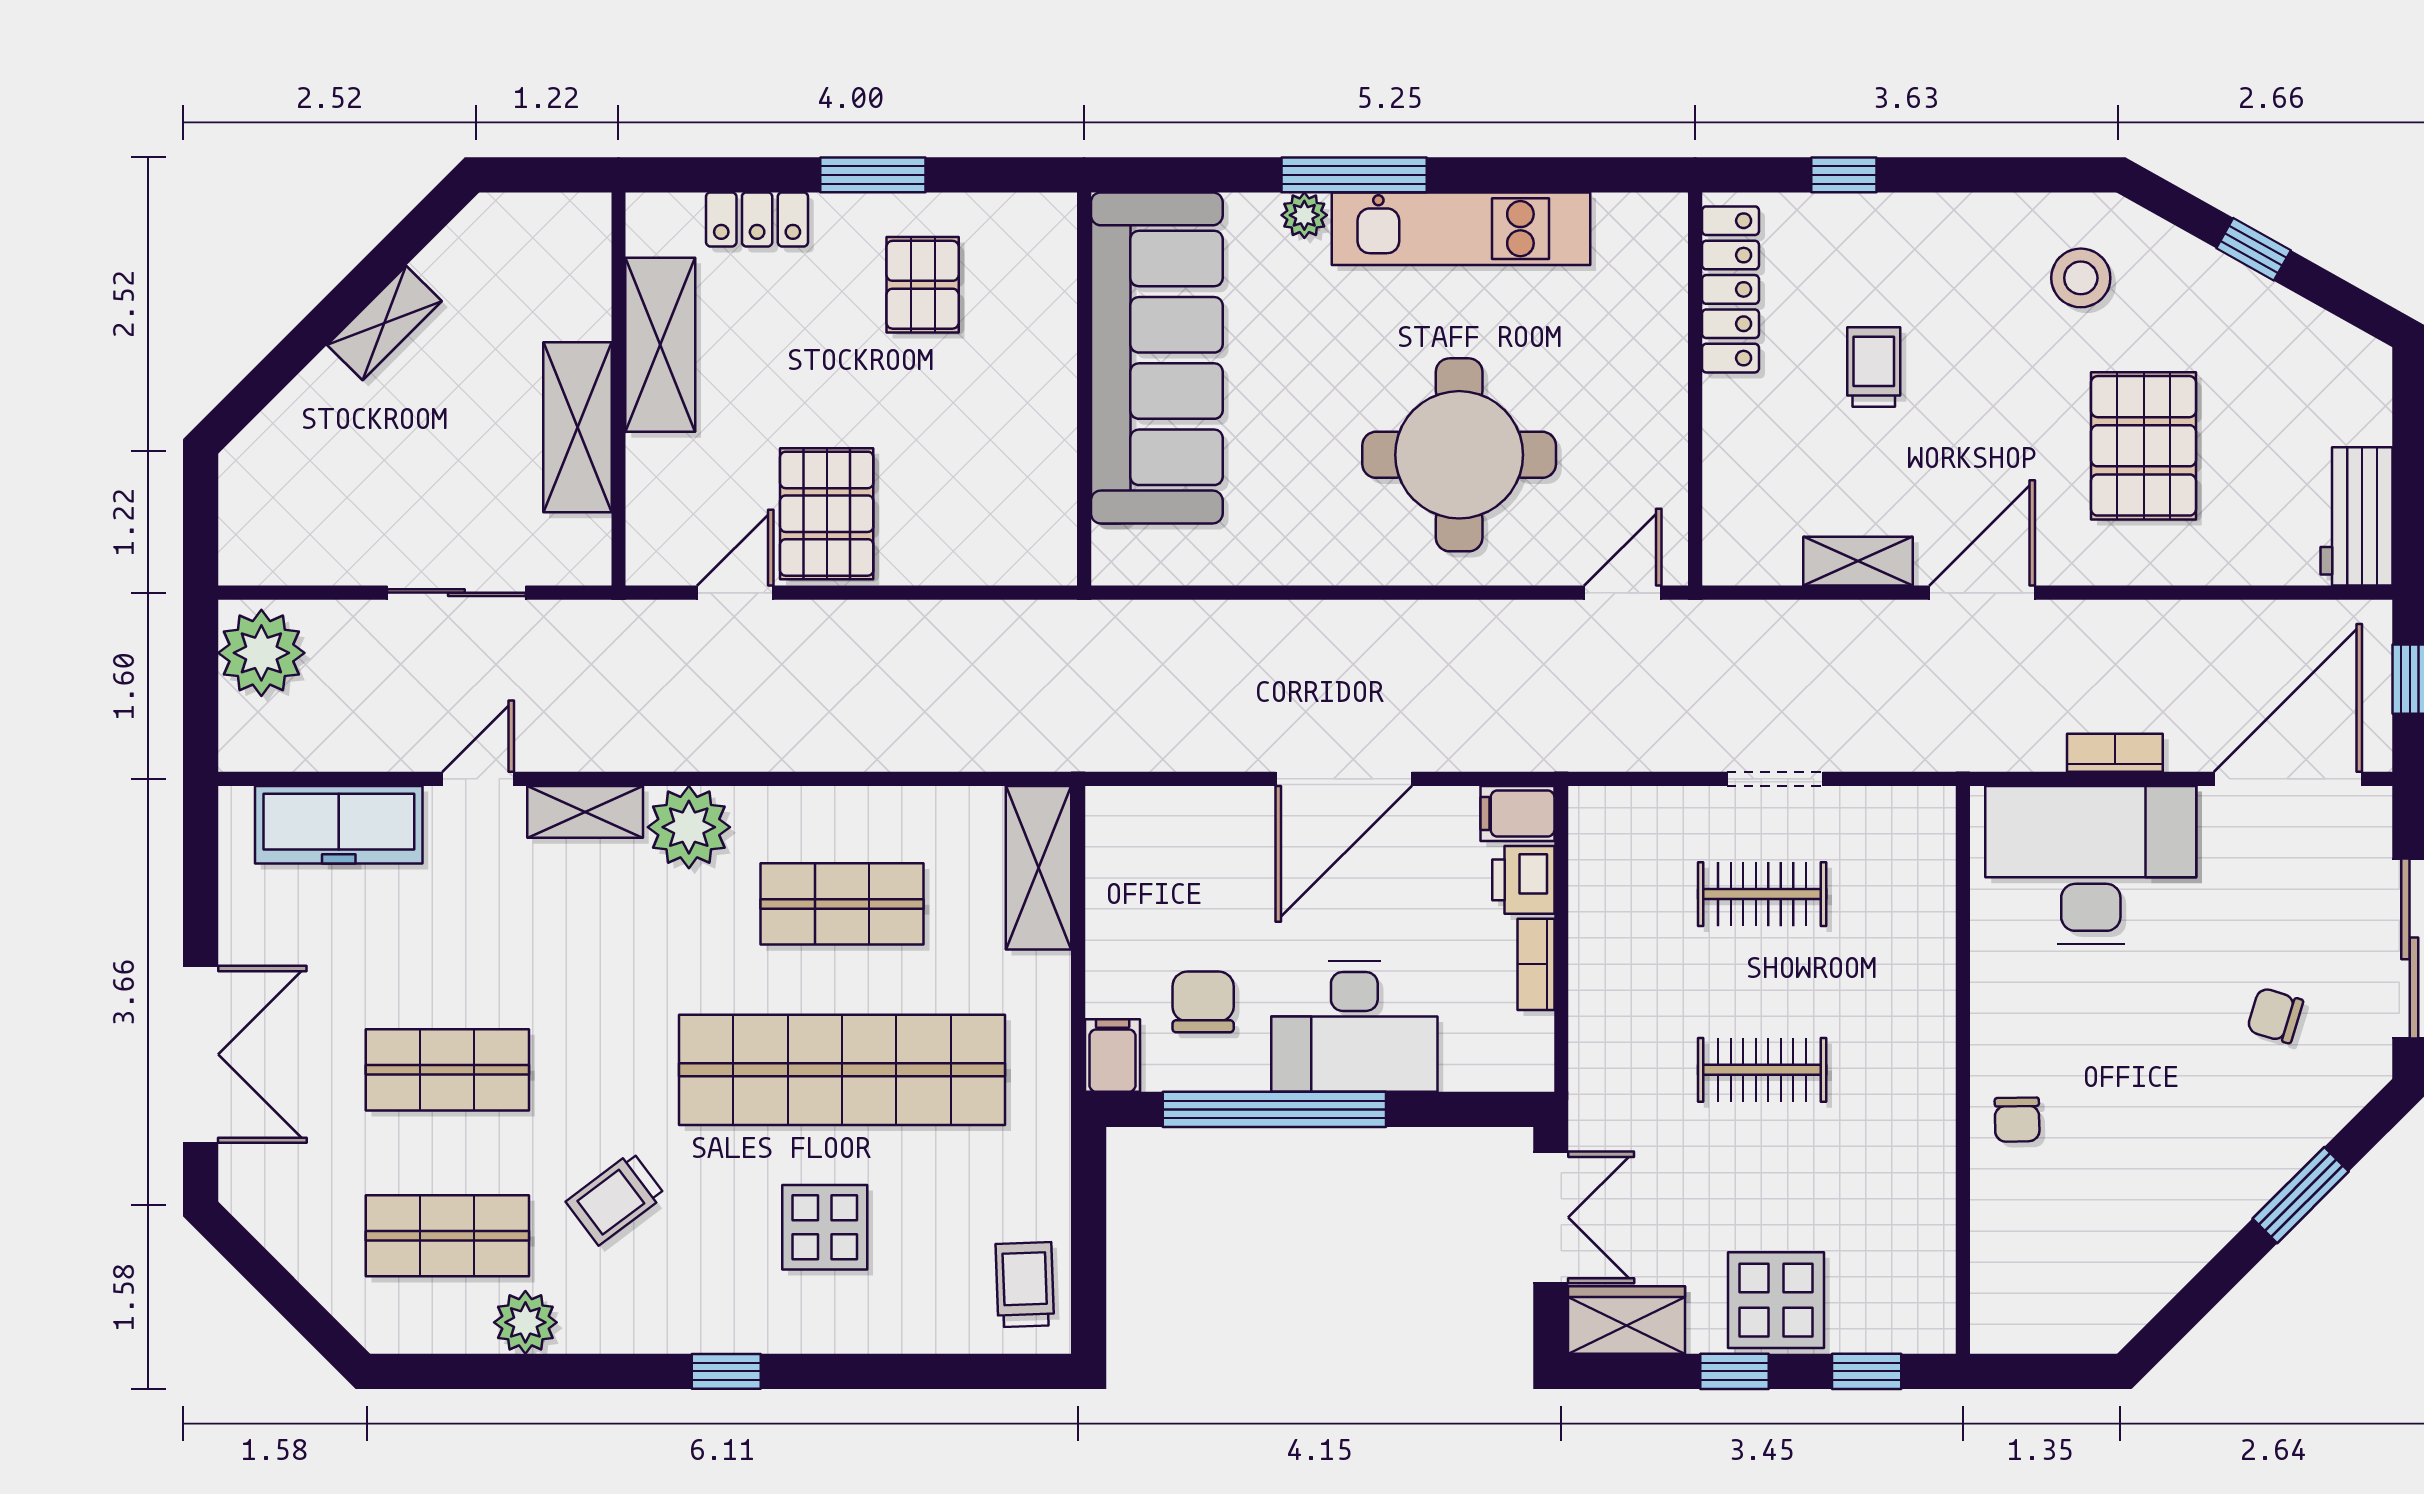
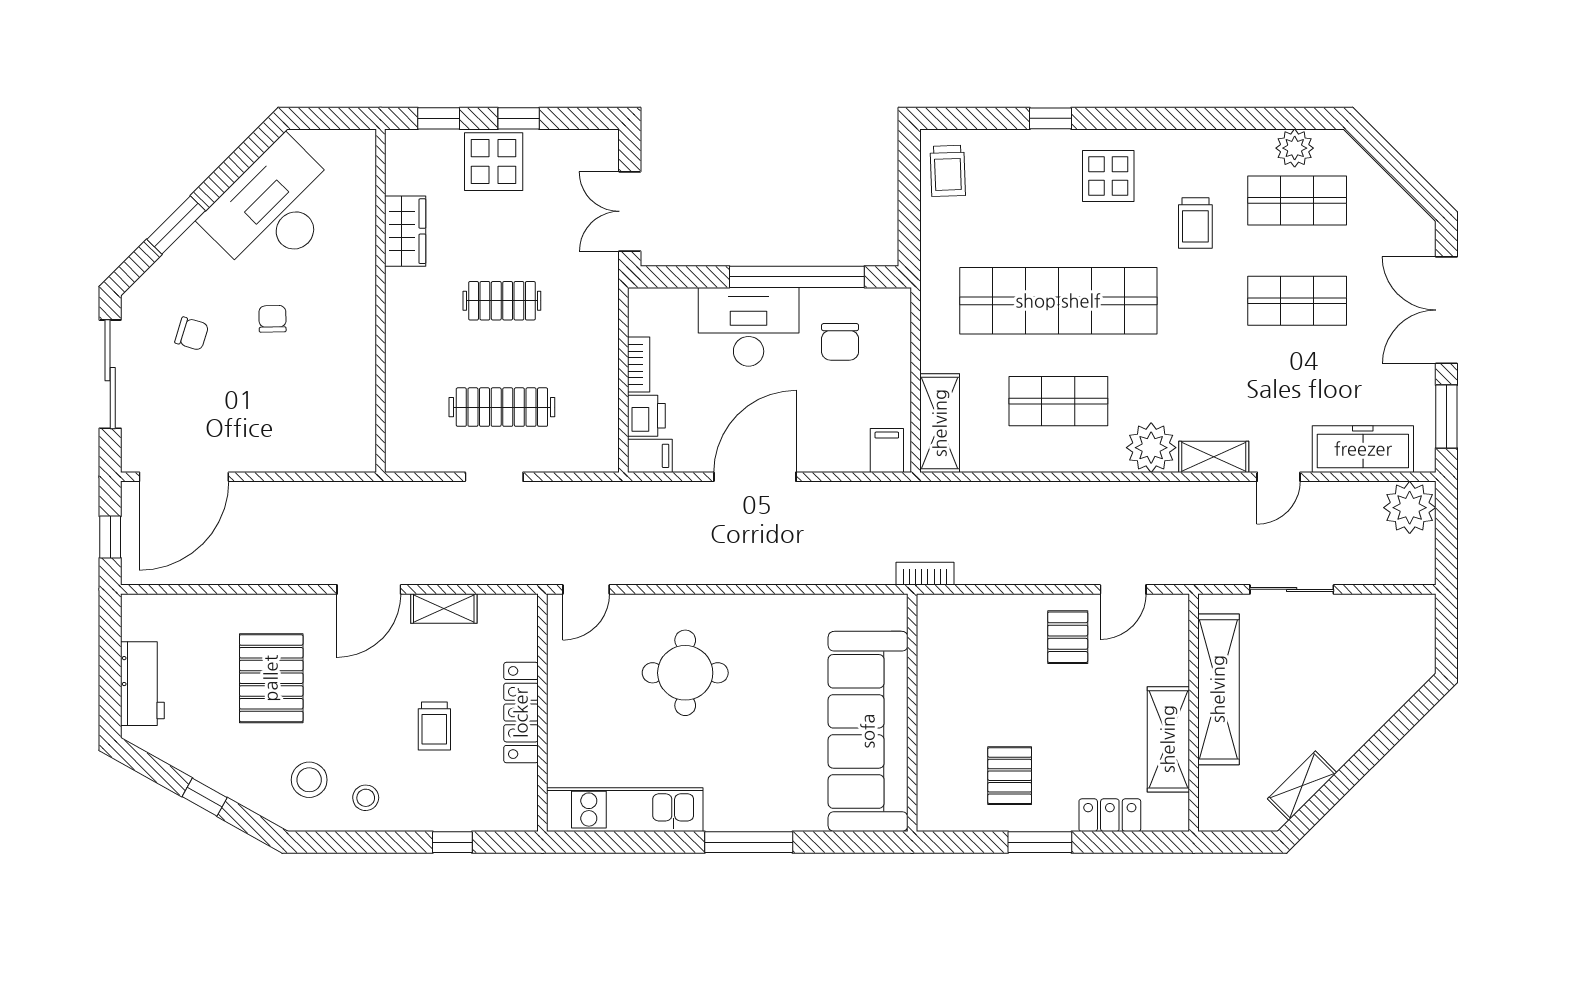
plant: (1304, 215) -> (779, 818), removed
kitchen unit: (1461, 229) -> (625, 810), moved
stool: (1987, 248) -> (366, 798), added
locker: (1731, 289) -> (521, 713), moved
shelving: (384, 323) -> (1302, 786), moved
shelving: (577, 427) -> (1218, 689), width x1.47
round table: (1459, 455) -> (685, 673), width x0.73, depth x0.73
pallet: (827, 514) -> (1068, 637), width x0.67, depth x0.71
workbench: (2357, 516) -> (142, 684), moved
plant: (261, 653) -> (1410, 508), moved
bookcase: (2115, 753) -> (925, 574), moved, turned 180
desk: (2091, 865) -> (274, 210), moved, turned 135
window: (201, 878) -> (1446, 417), added
clothes rail: (1762, 894) -> (502, 407), width x1.36
filing cabinet: (1113, 1056) -> (887, 451), moved, turned 180
chair: (2017, 1120) -> (273, 319), moved
trolley: (615, 1199) -> (1195, 223), turned 127
display table: (825, 1227) -> (1108, 176), moved
wardrobe: (1627, 1320) -> (405, 231), moved, turned -90
plant: (525, 1322) -> (1295, 148), moved
window: (726, 1371) -> (1050, 118), moved

